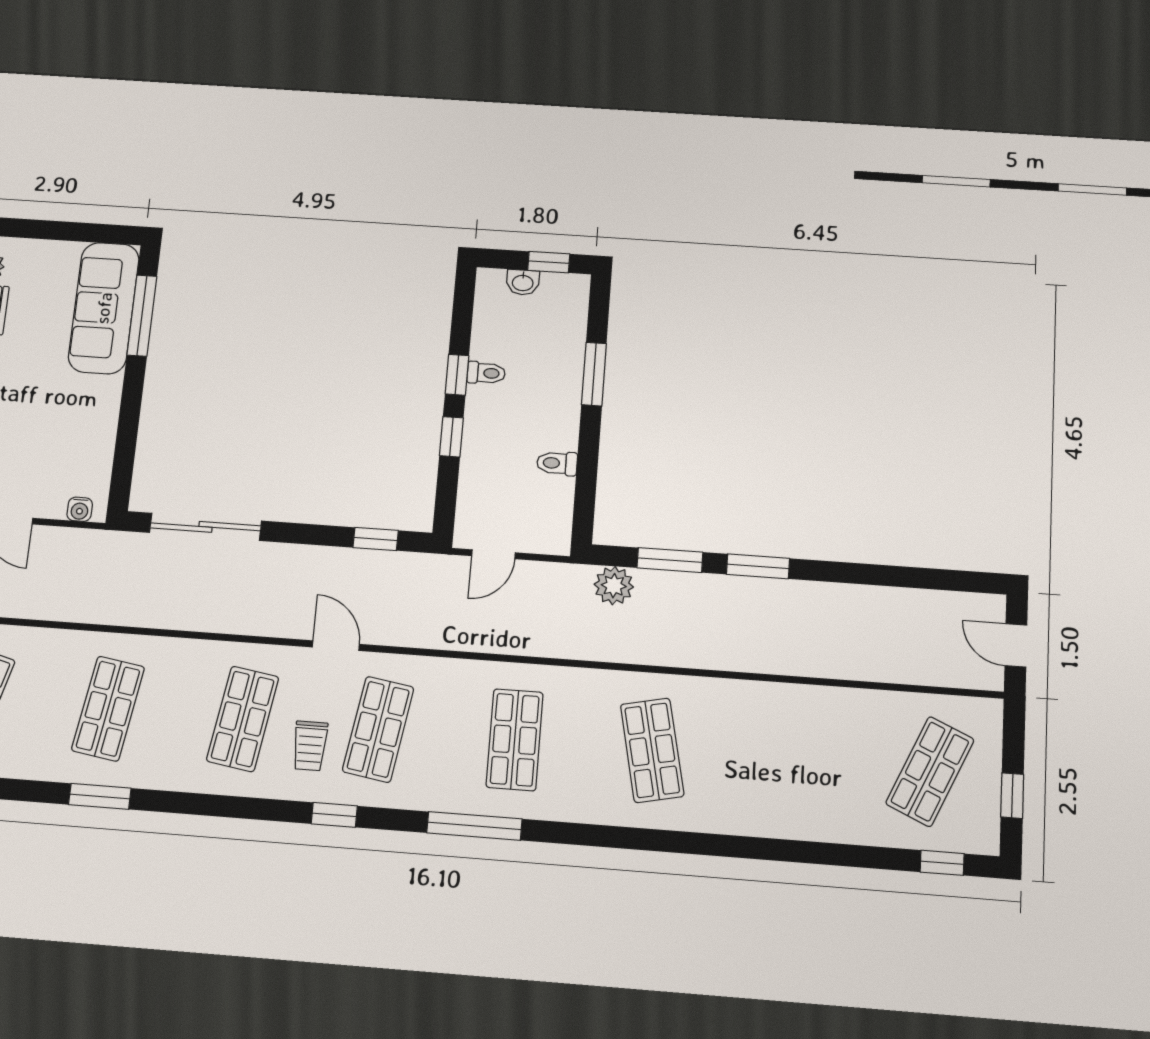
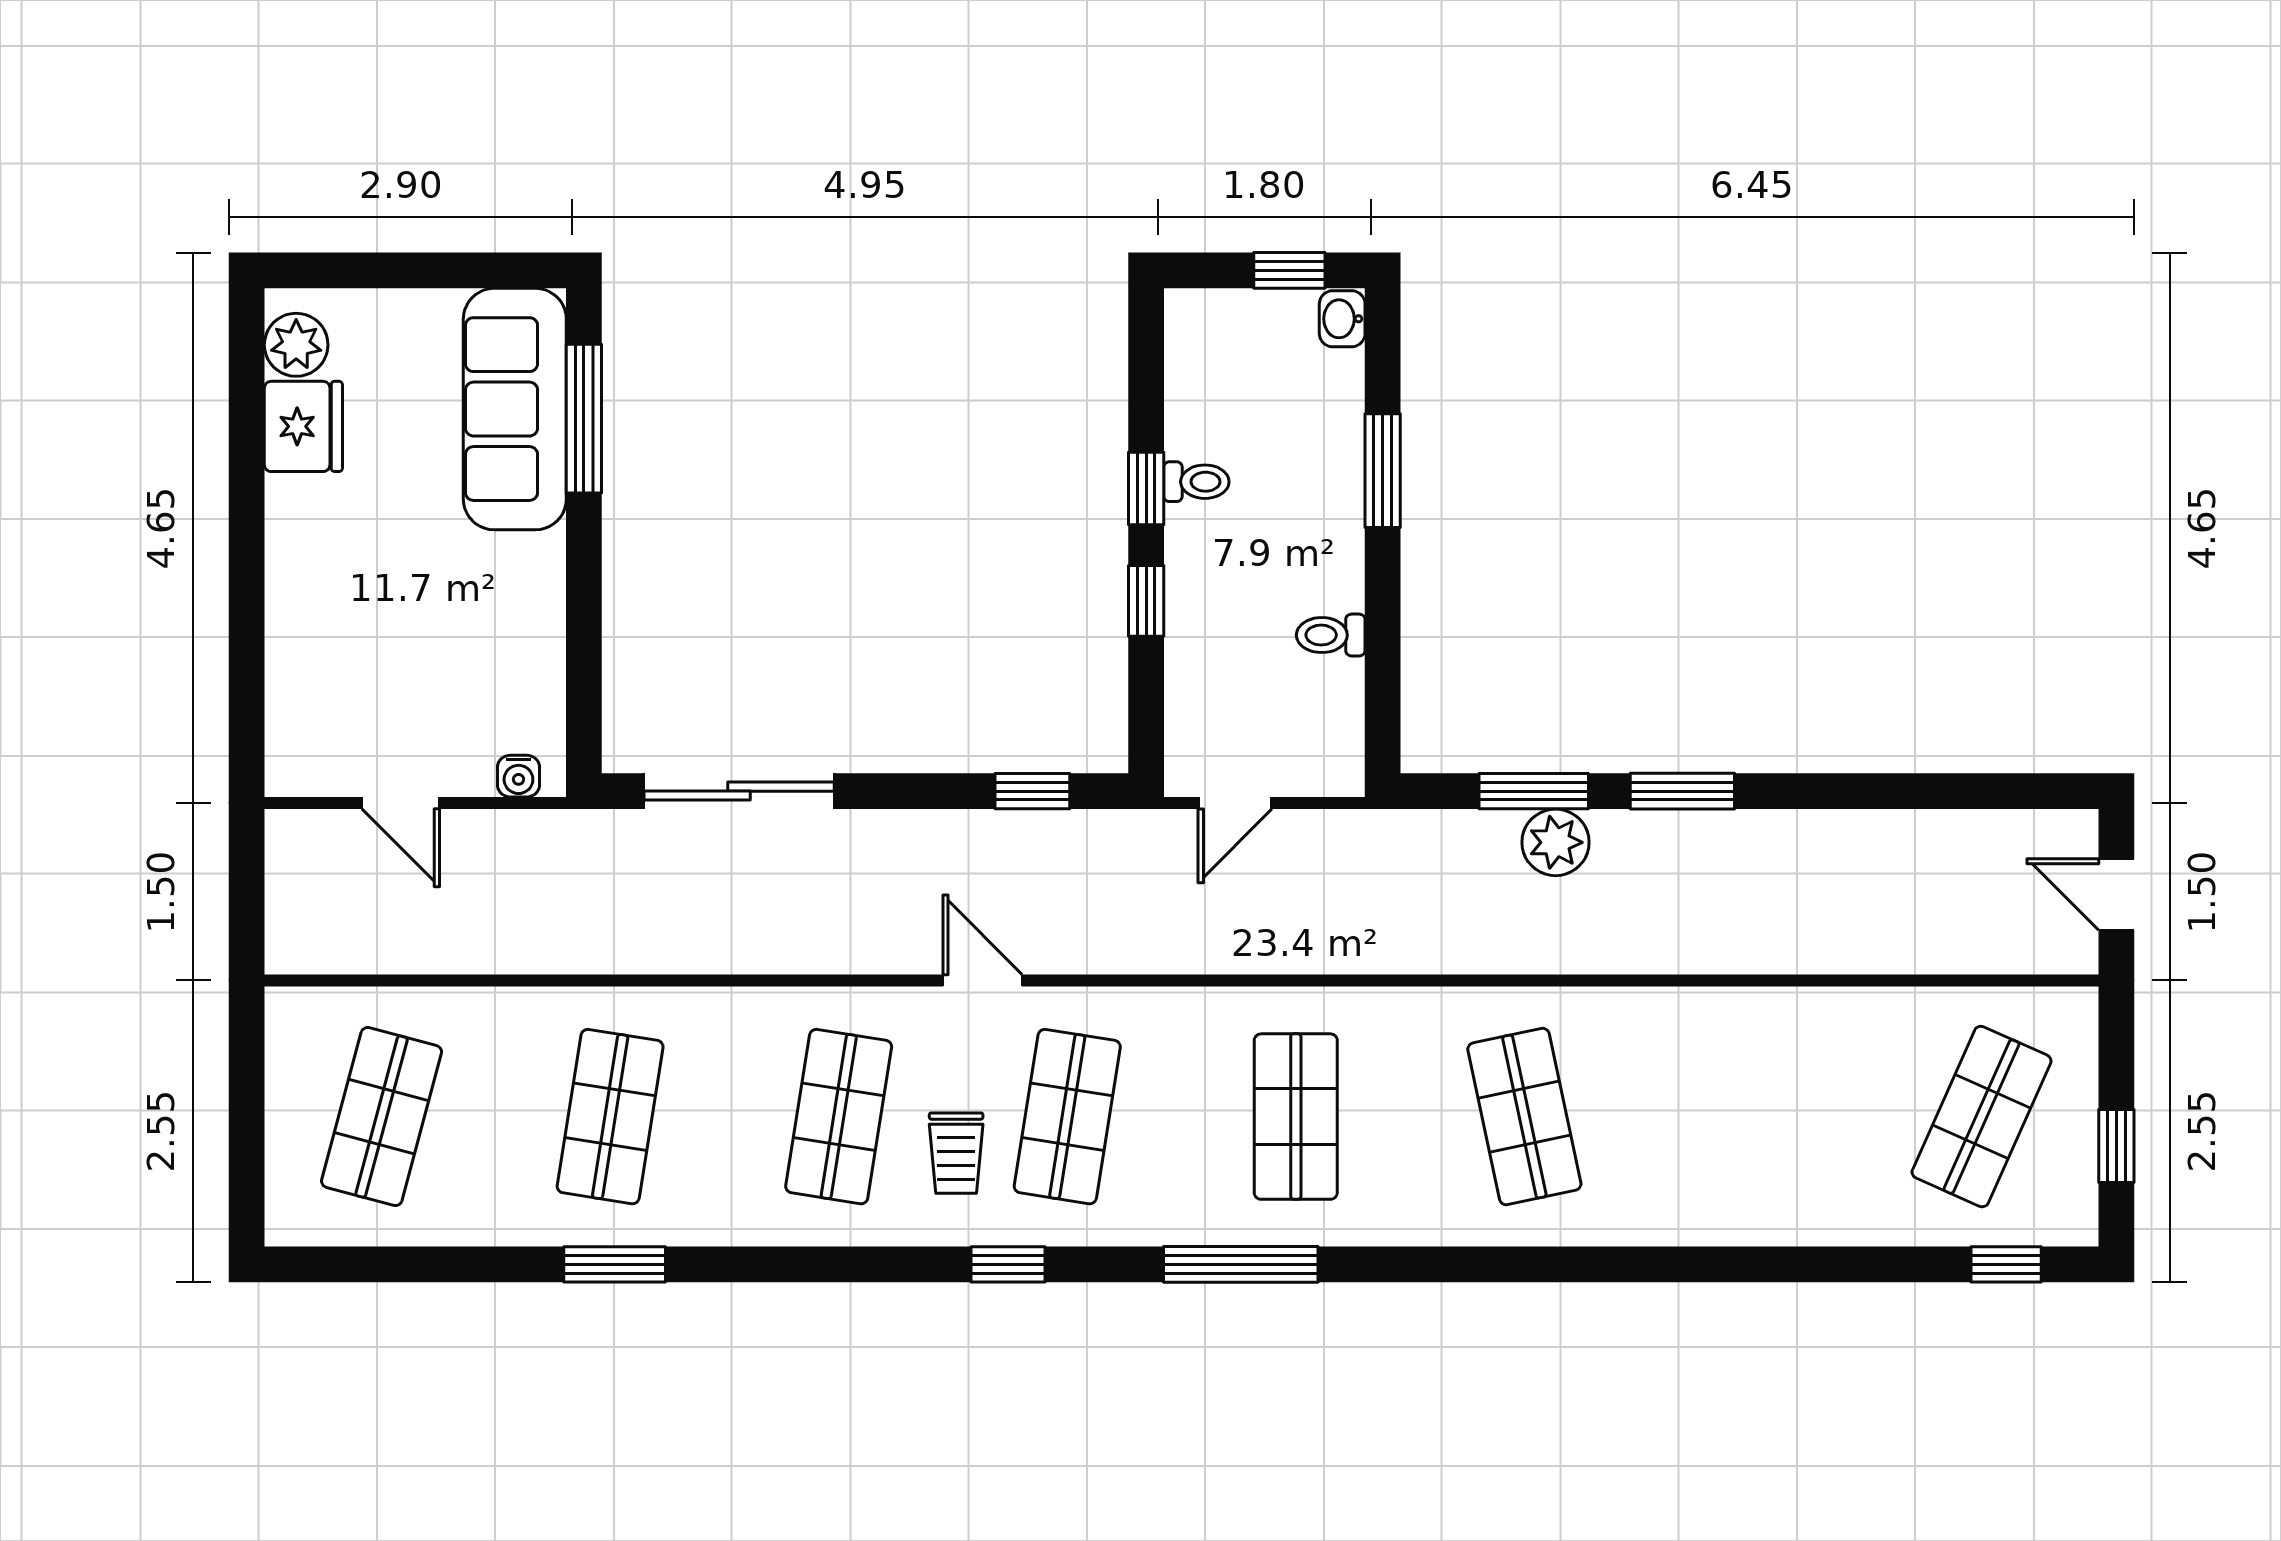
washbasin: (523, 282) -> (1342, 319), moved, turned 90
plant: (614, 586) -> (1556, 842), moved

